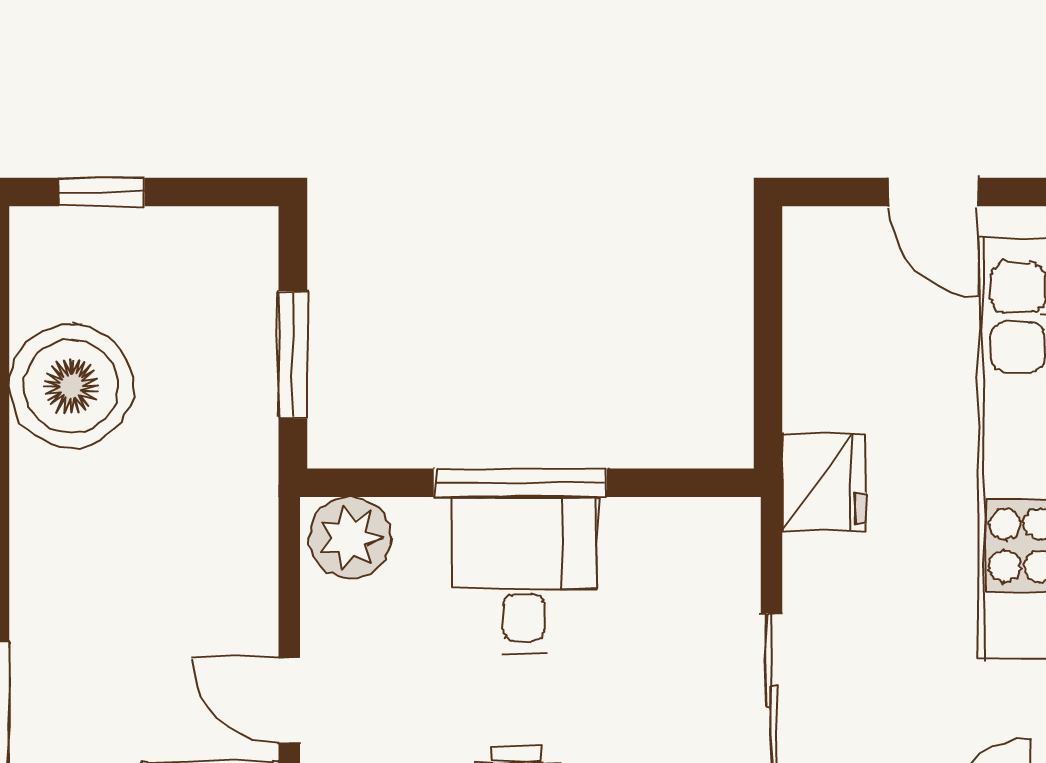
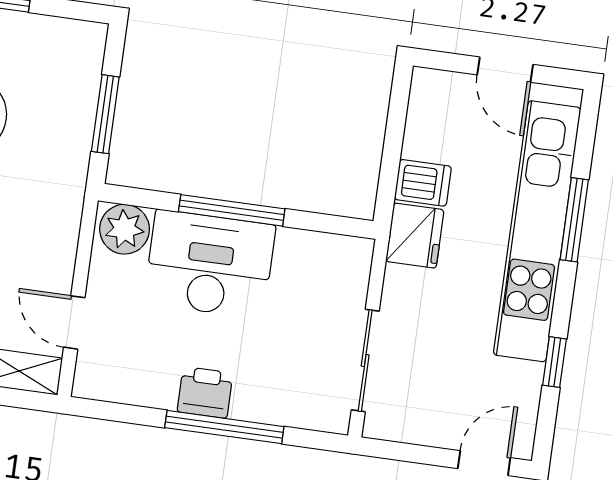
dishwasher: (825, 395) -> (423, 183), added
desk: (524, 575) -> (210, 264), width x1.37

